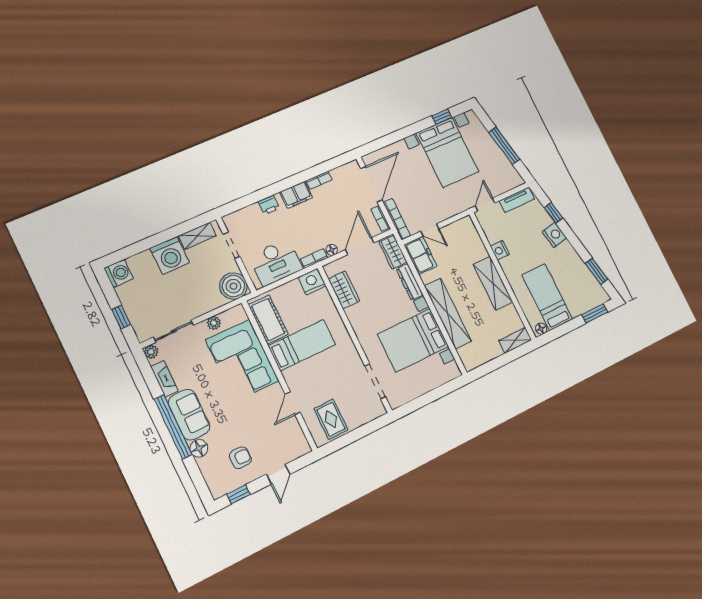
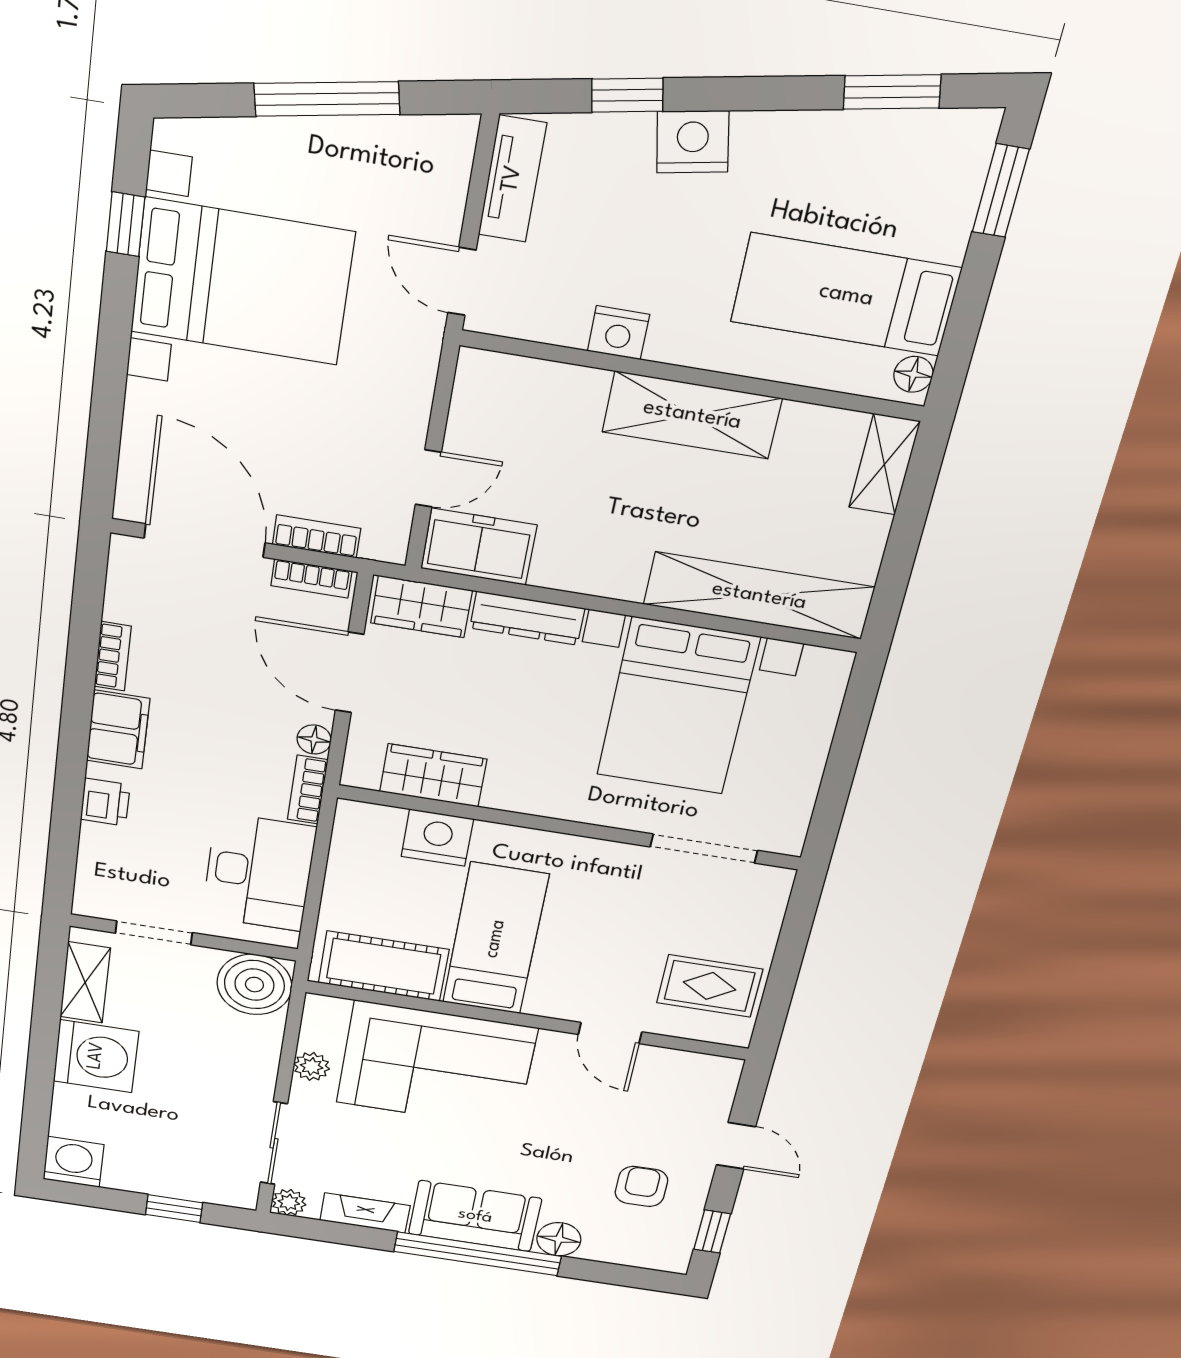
bookcase: (397, 219) -> (317, 536), width x0.64
nightstand: (312, 282) -> (437, 838), moved, turned 90
shelving: (448, 314) -> (759, 596), moved

